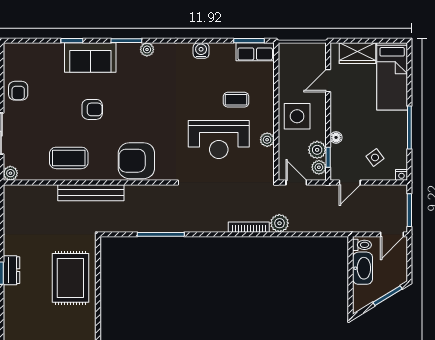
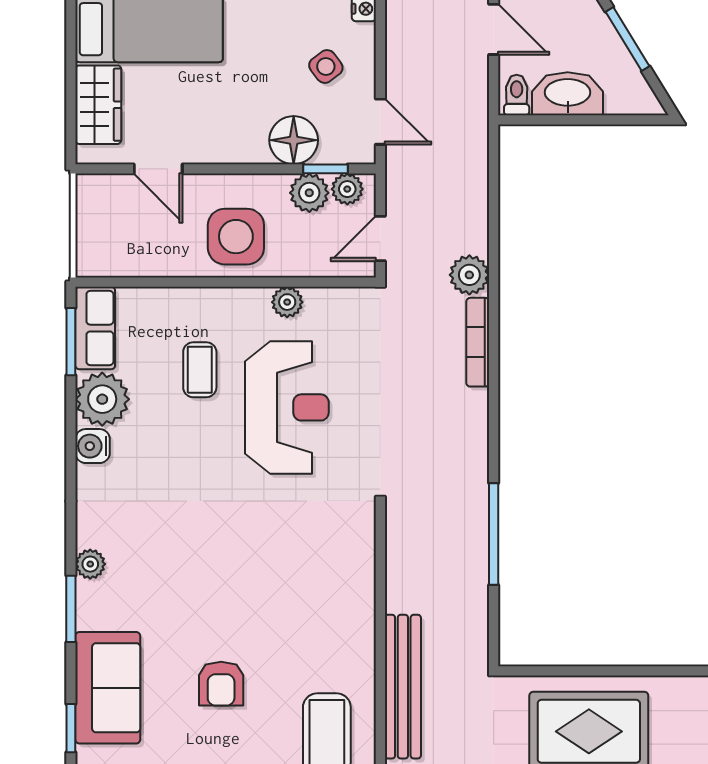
plant: (223, 55) -> (102, 399), added
armchair: (92, 109) -> (221, 684), turned 180
floor lamp: (336, 137) -> (294, 140), width x1.89, depth x1.89
armchair: (136, 161) -> (333, 587), removed

